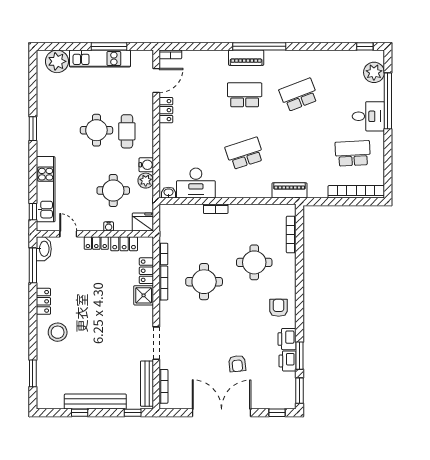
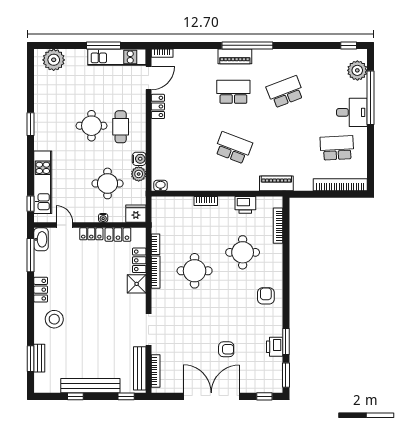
kitchen unit: (100, 59) -> (117, 57), moved
school desk: (245, 153) -> (233, 148), turned 39
desk: (196, 183) -> (187, 176), removed
printer: (287, 339) -> (245, 205), moved, turned -90
armchair: (237, 364) -> (226, 349), turned -84
bench: (42, 373) -> (39, 358), added

